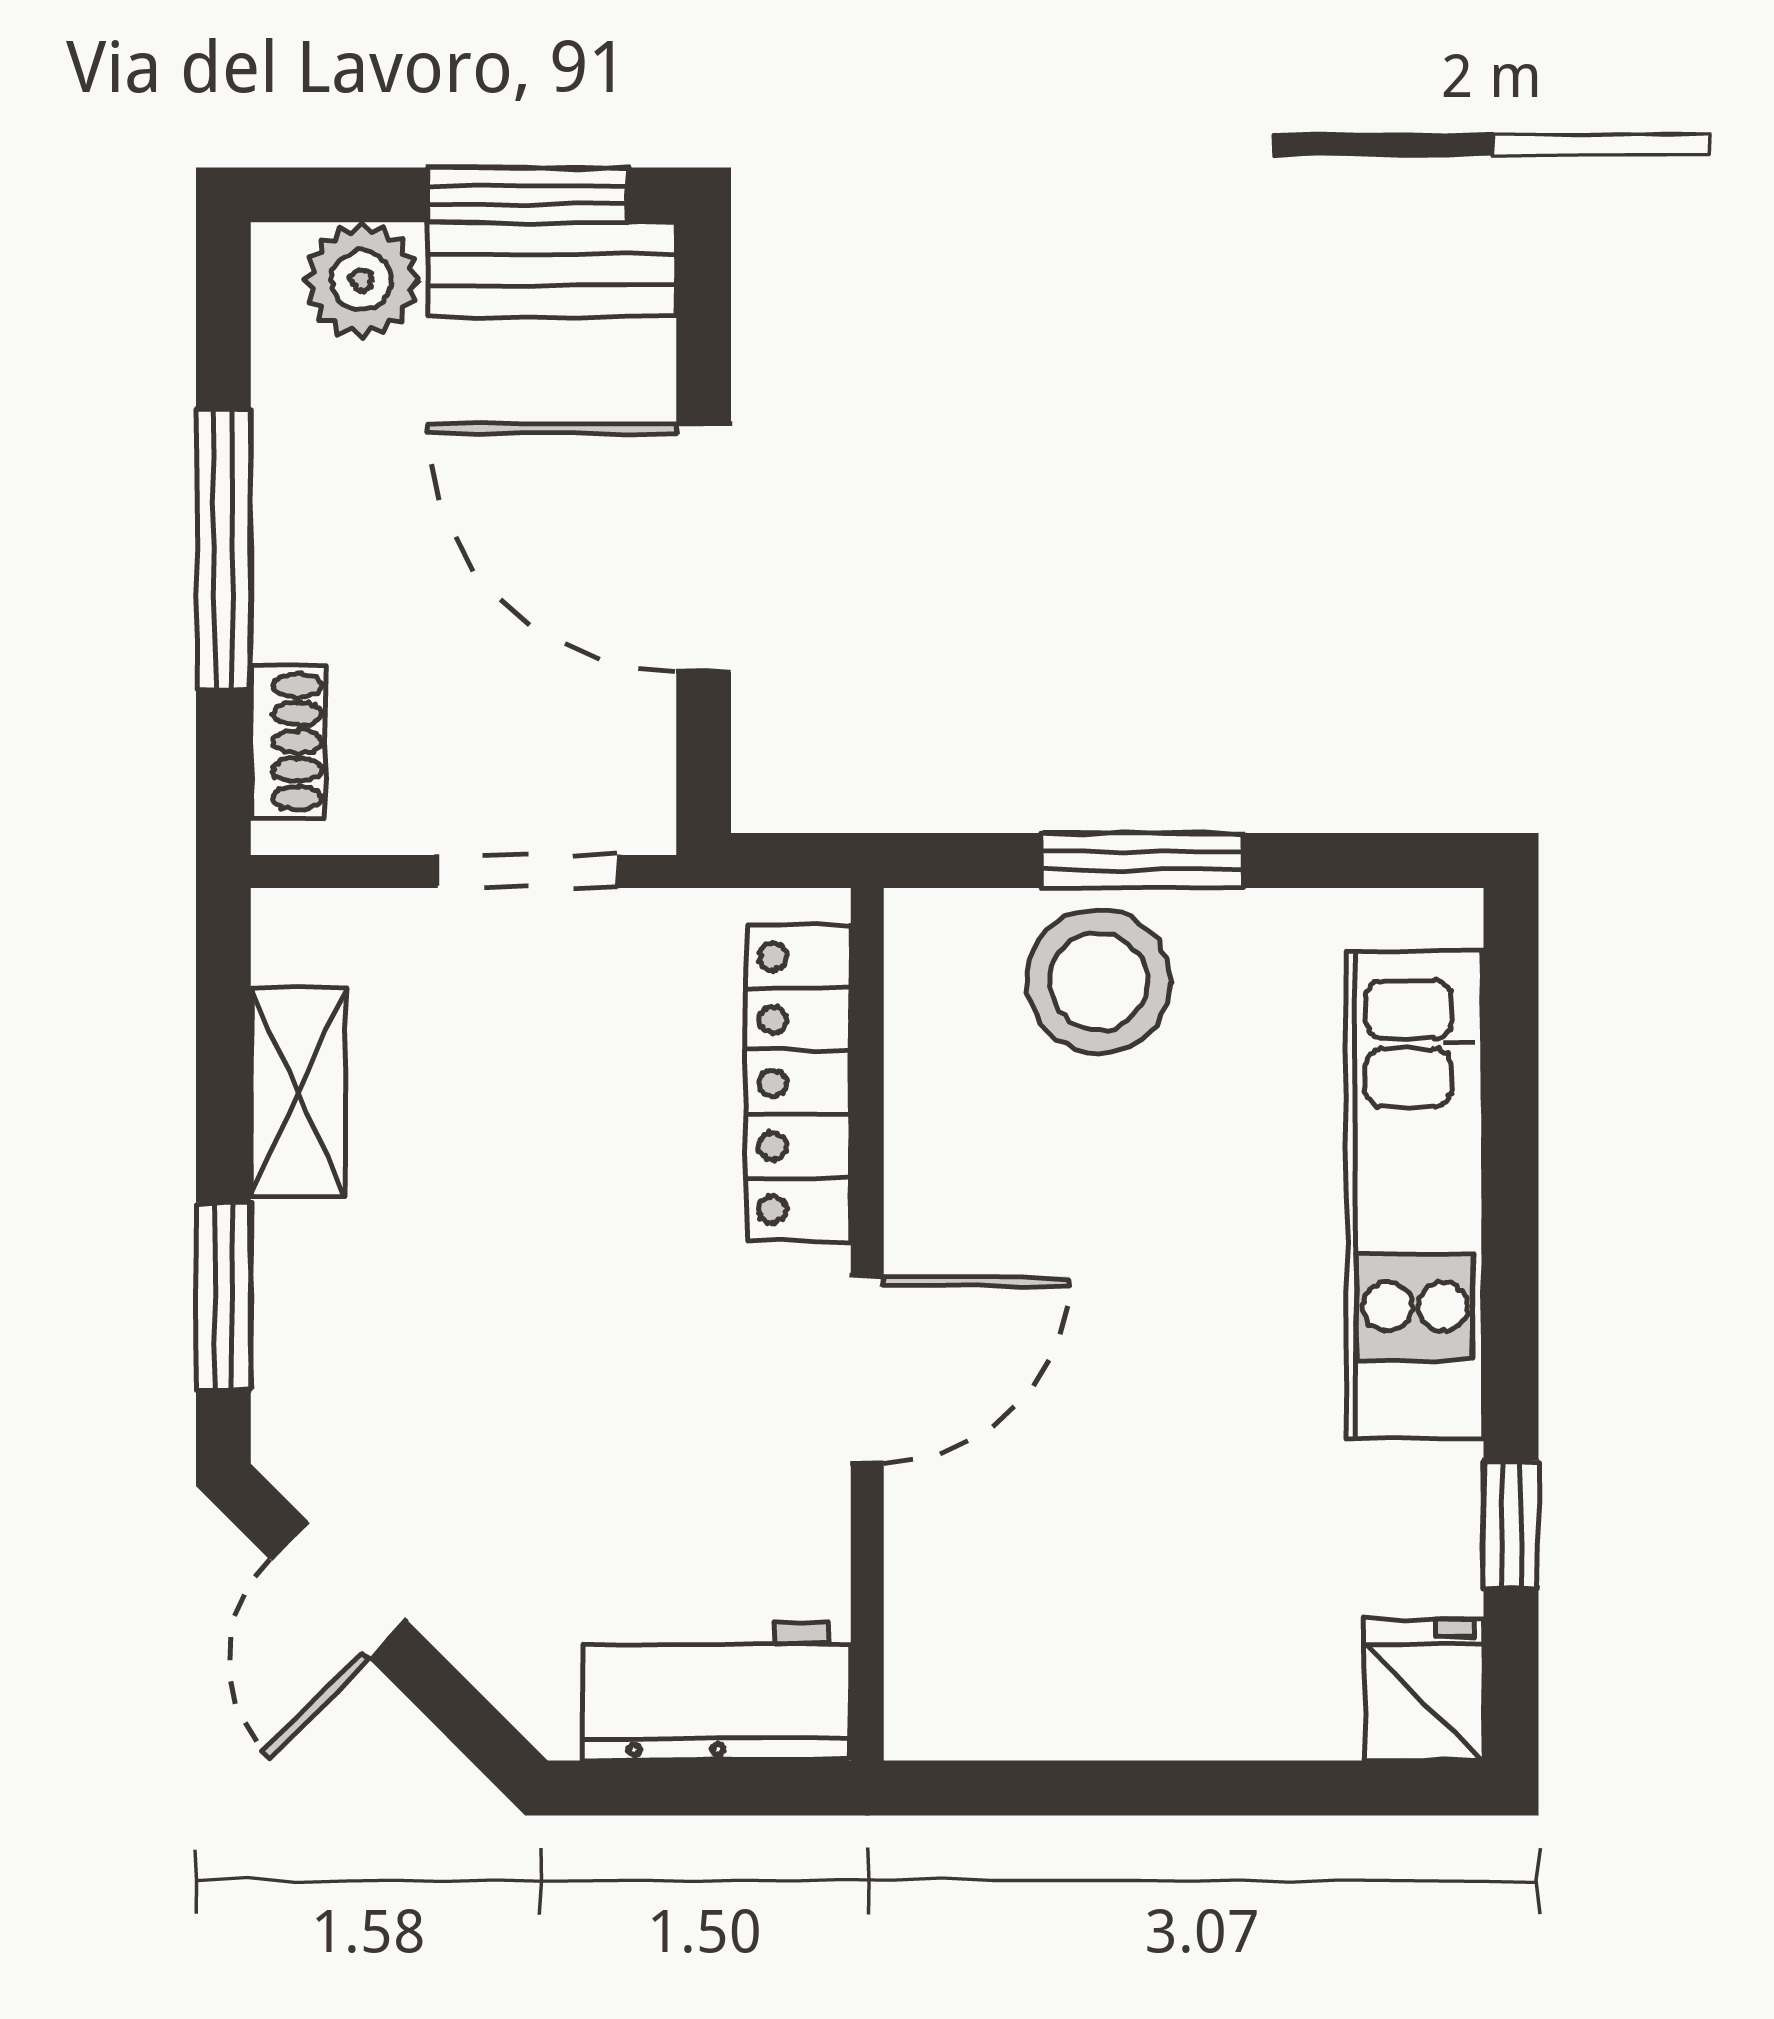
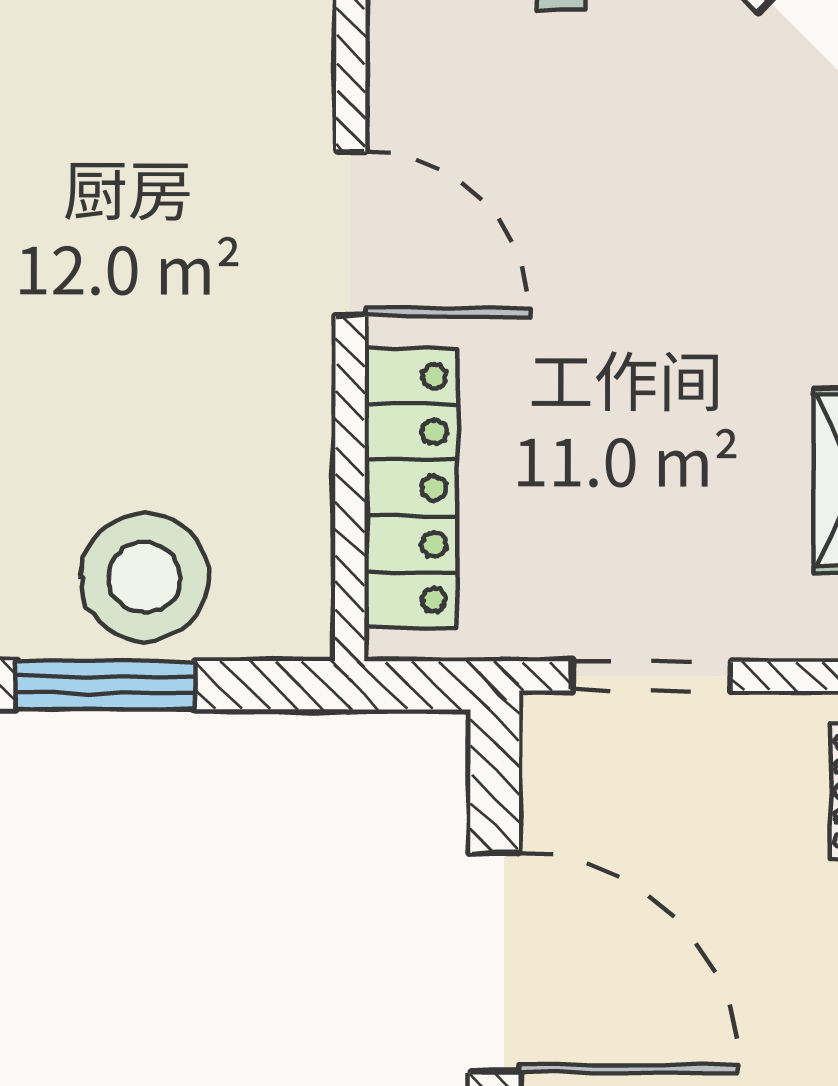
door: (867, 1369) -> (350, 234), swing flipped

